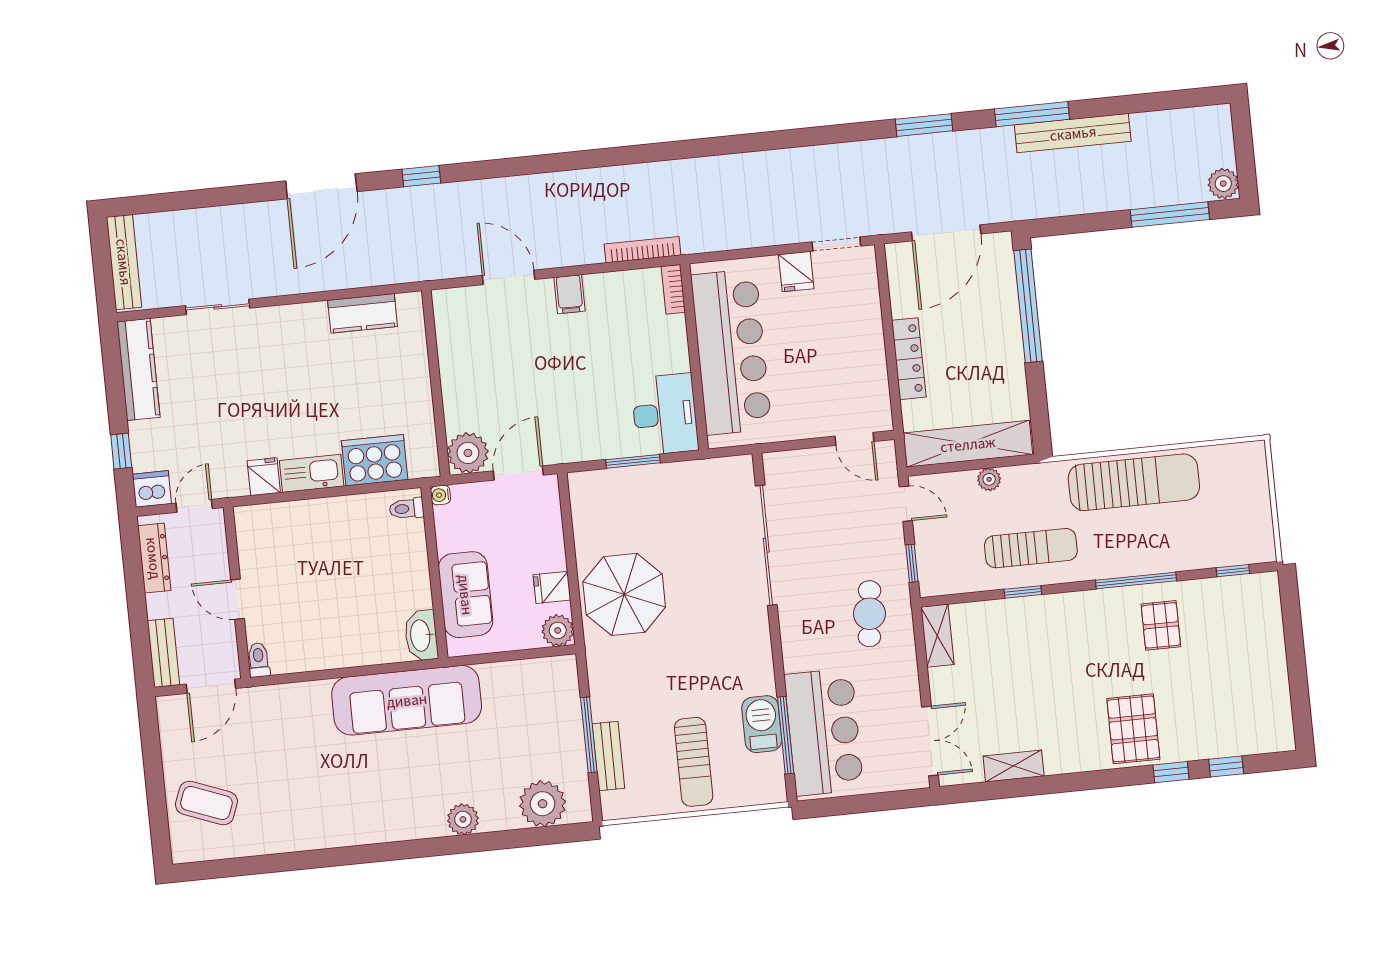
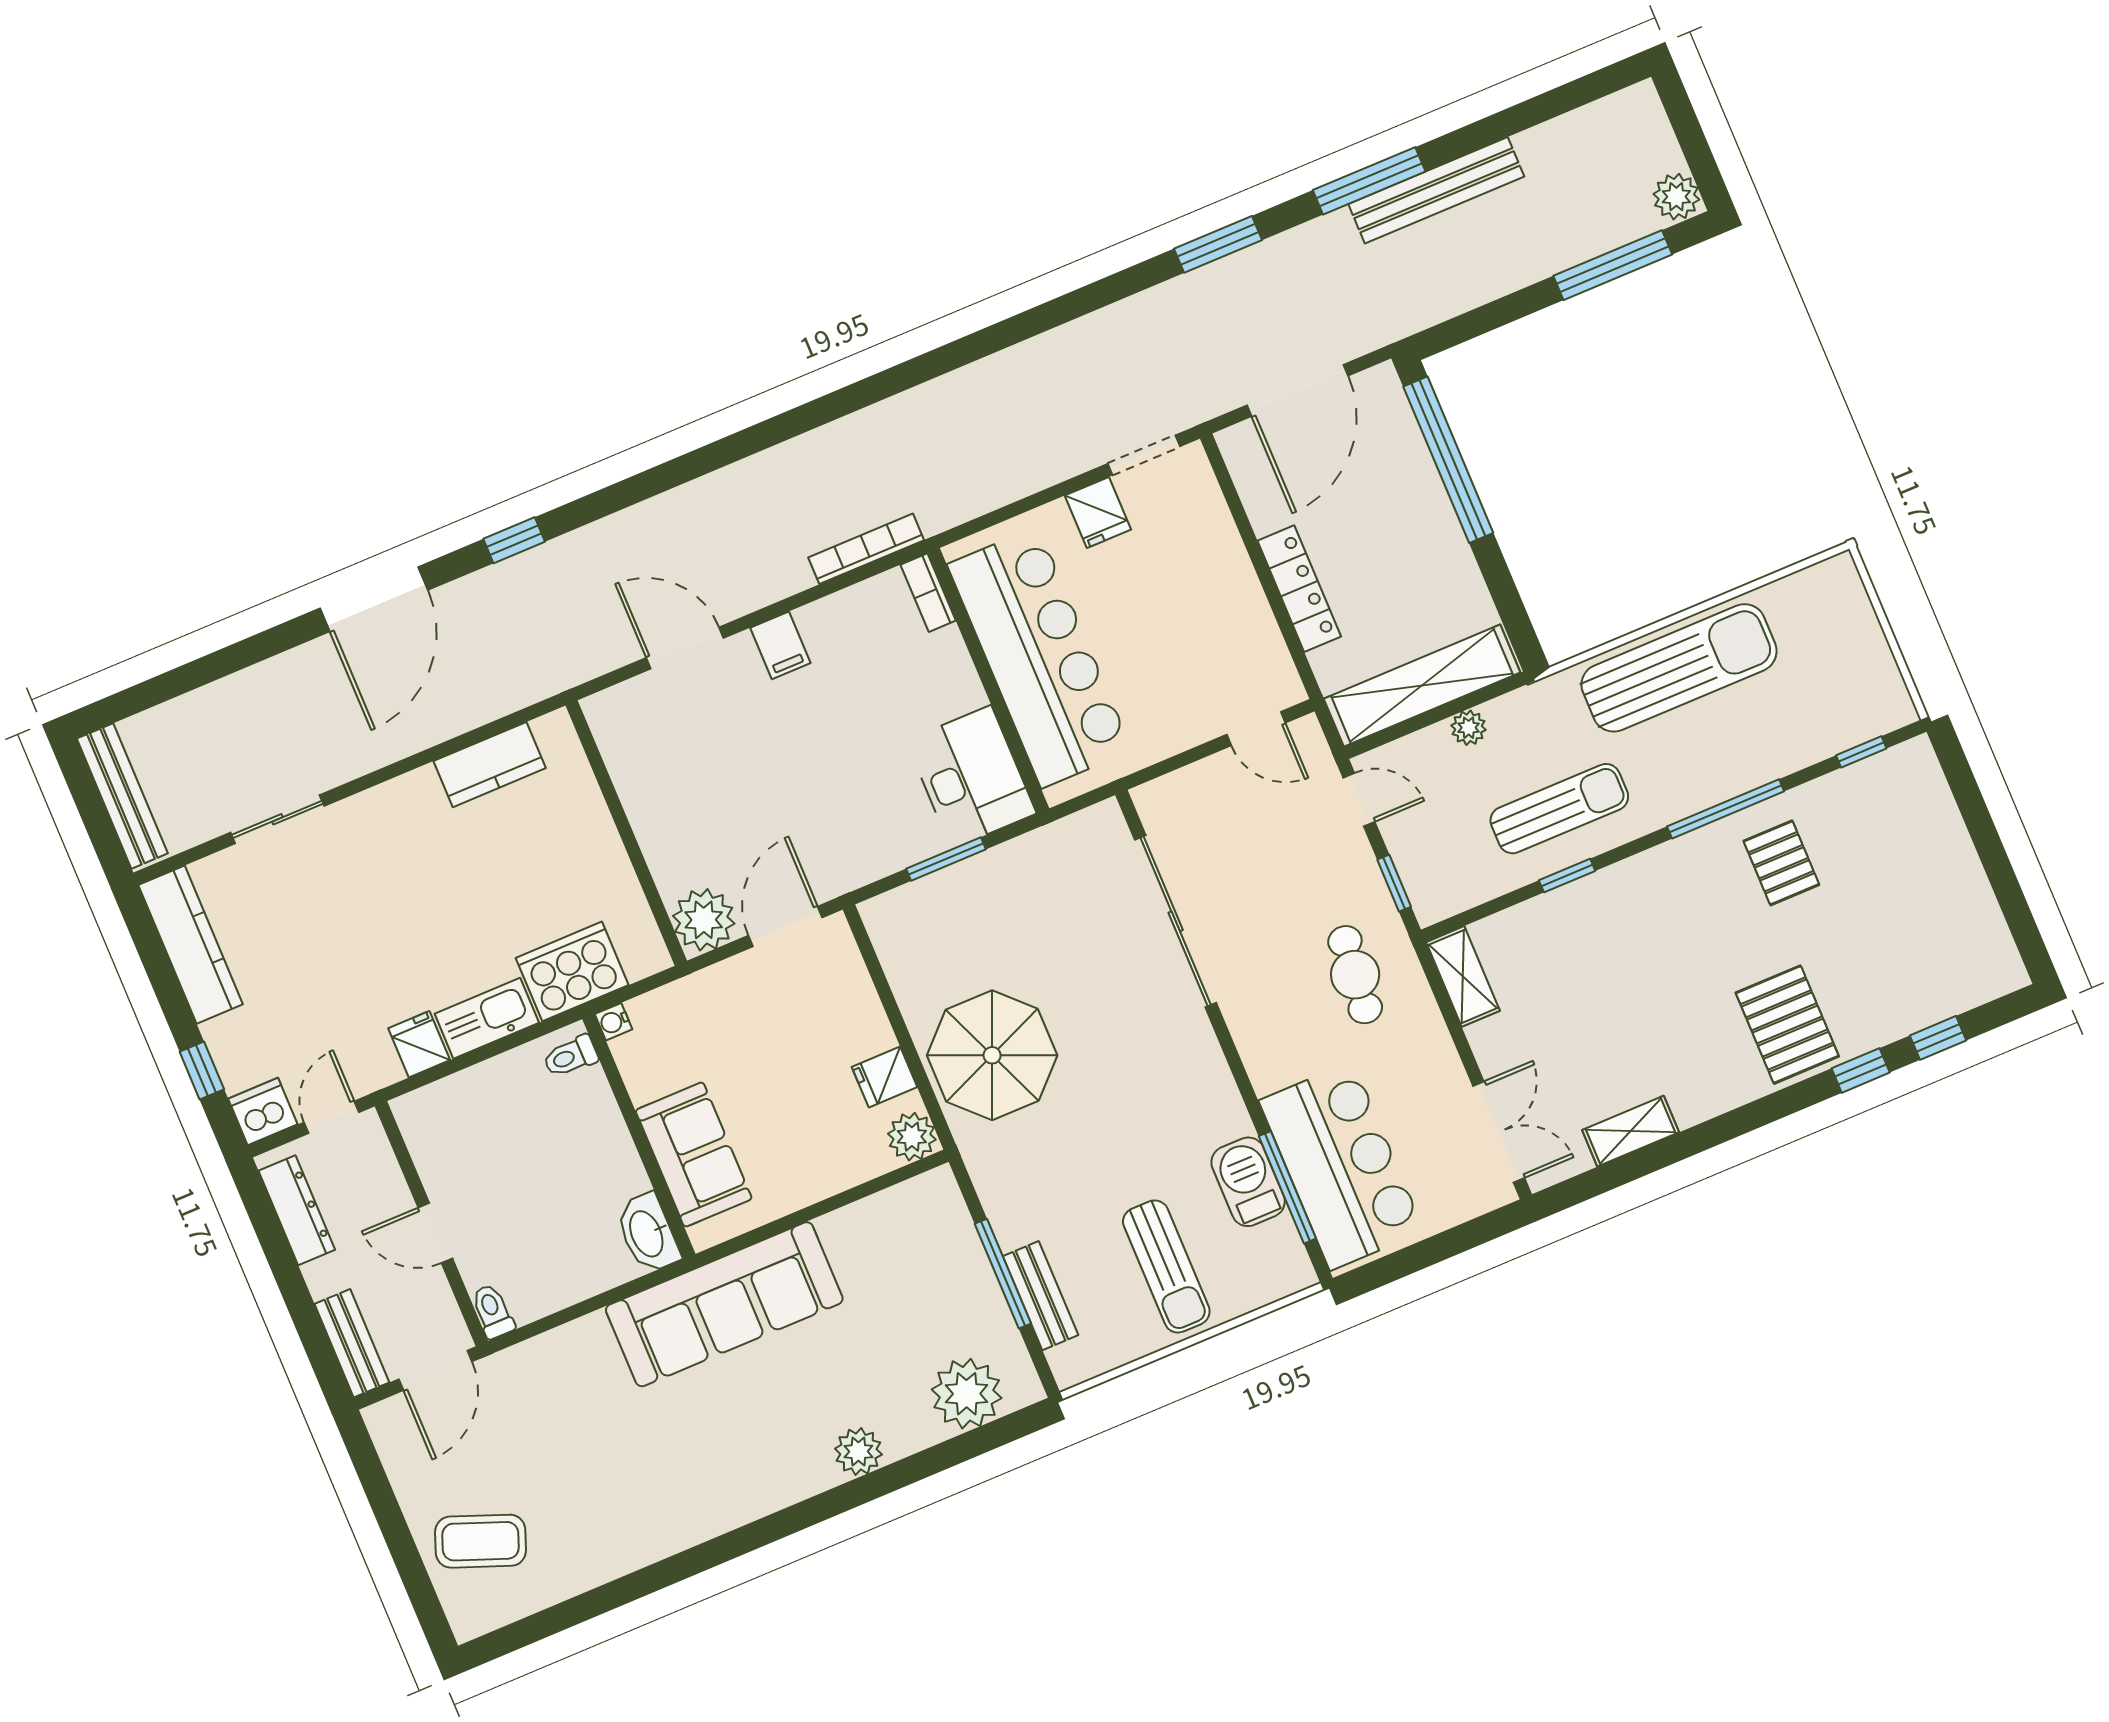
water cooler: (441, 495) -> (614, 1022), moved
toilet: (407, 509) -> (570, 1056), moved
wall: (434, 573) -> (639, 1136), moved
sofa: (466, 595) -> (694, 1155), moved
washbasin: (421, 635) -> (648, 1233), moved

